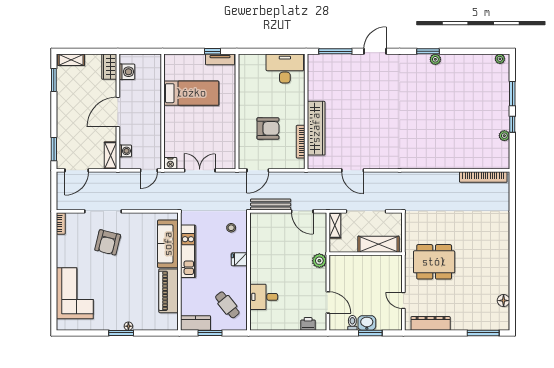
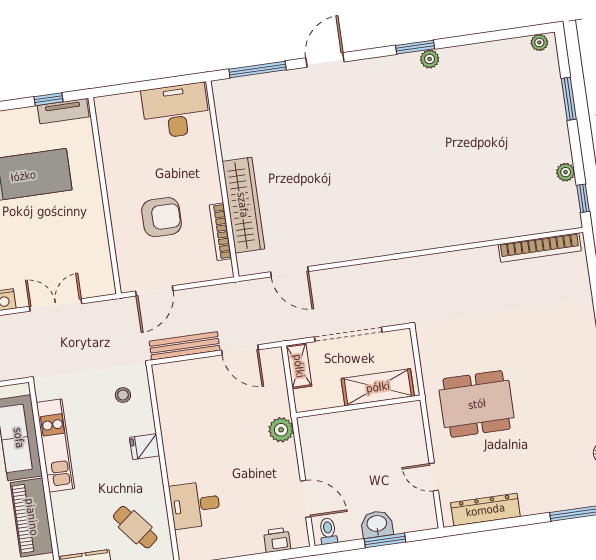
window: (512, 124) -> (583, 198), moved
door: (353, 170) -> (289, 272), moved
toilet: (352, 323) -> (328, 531), moved

